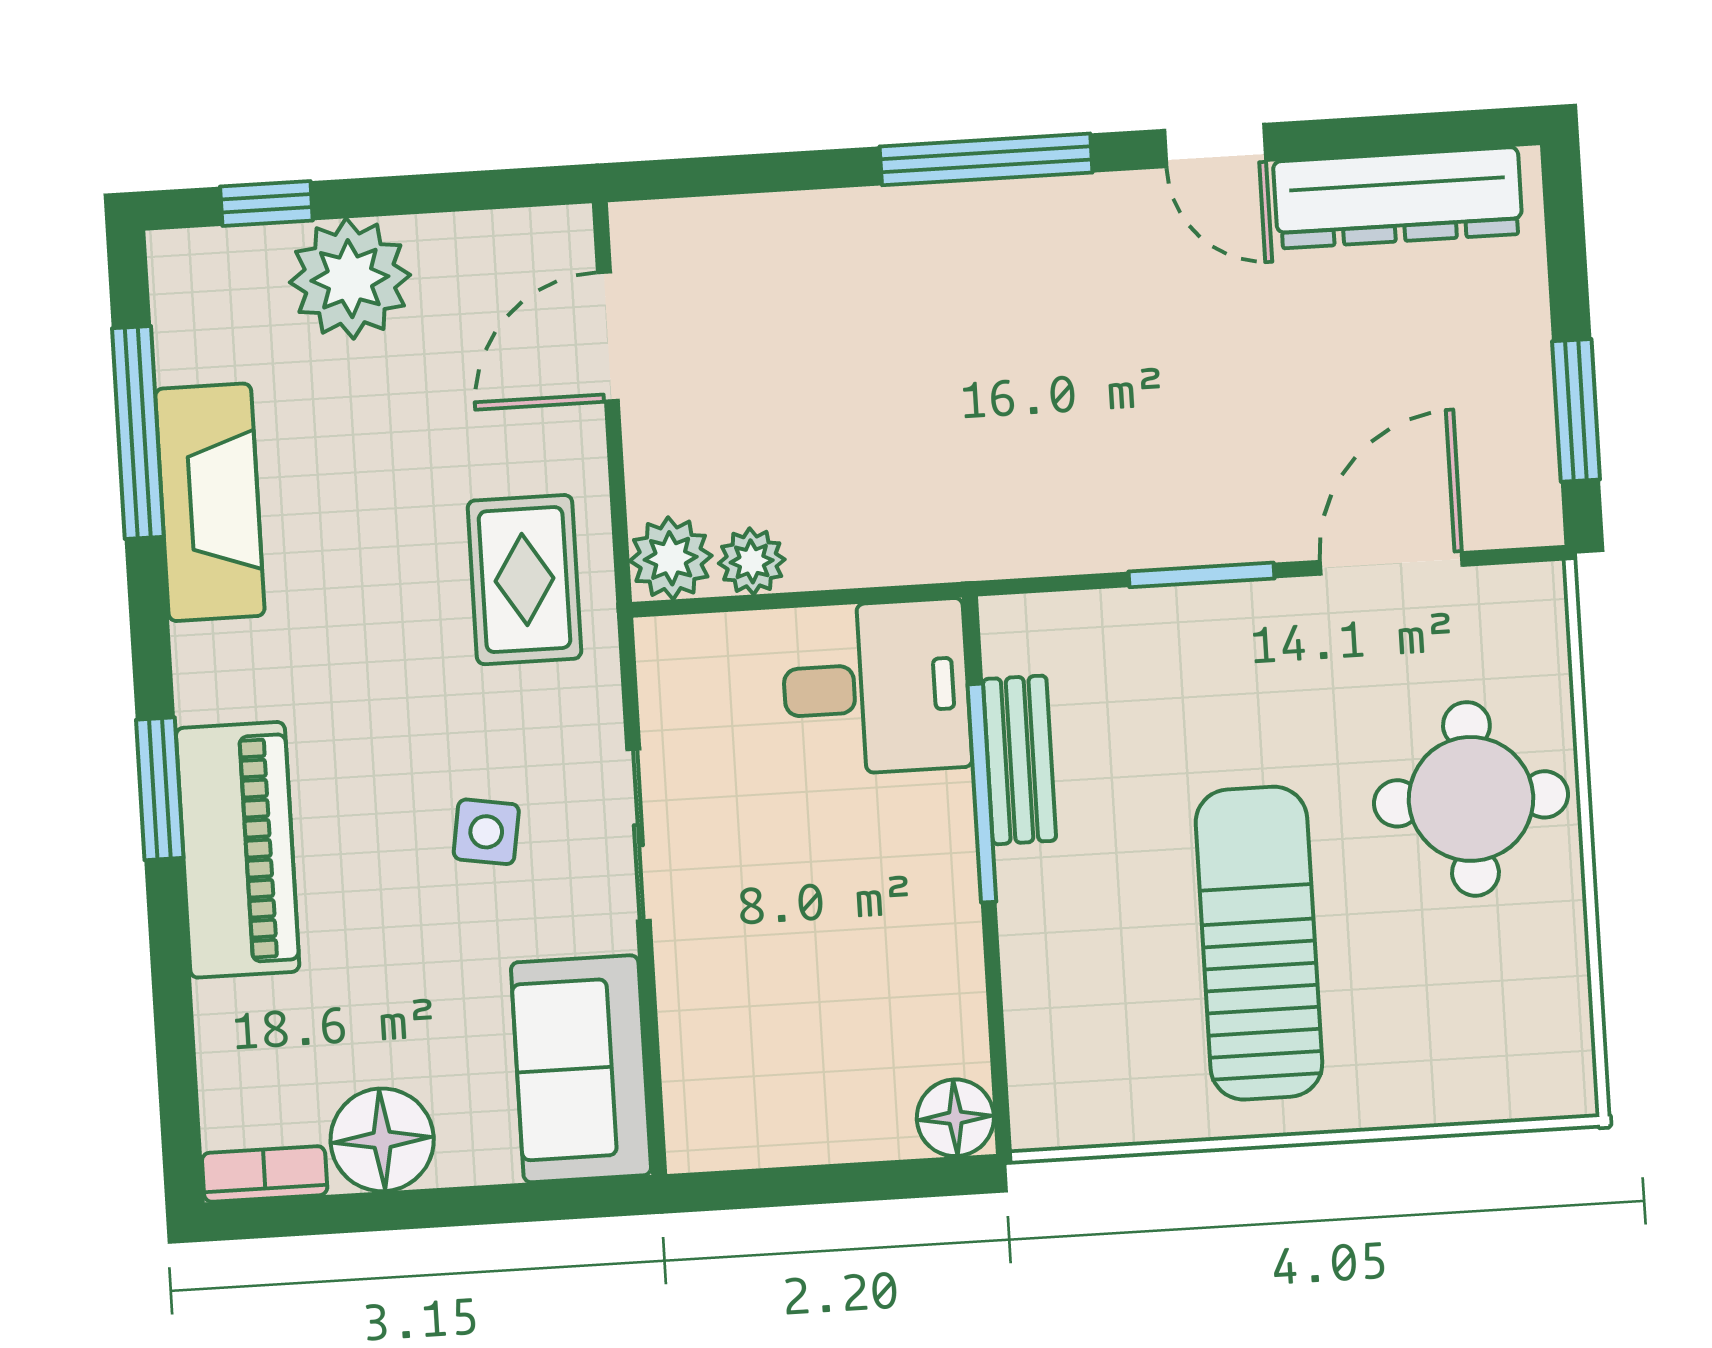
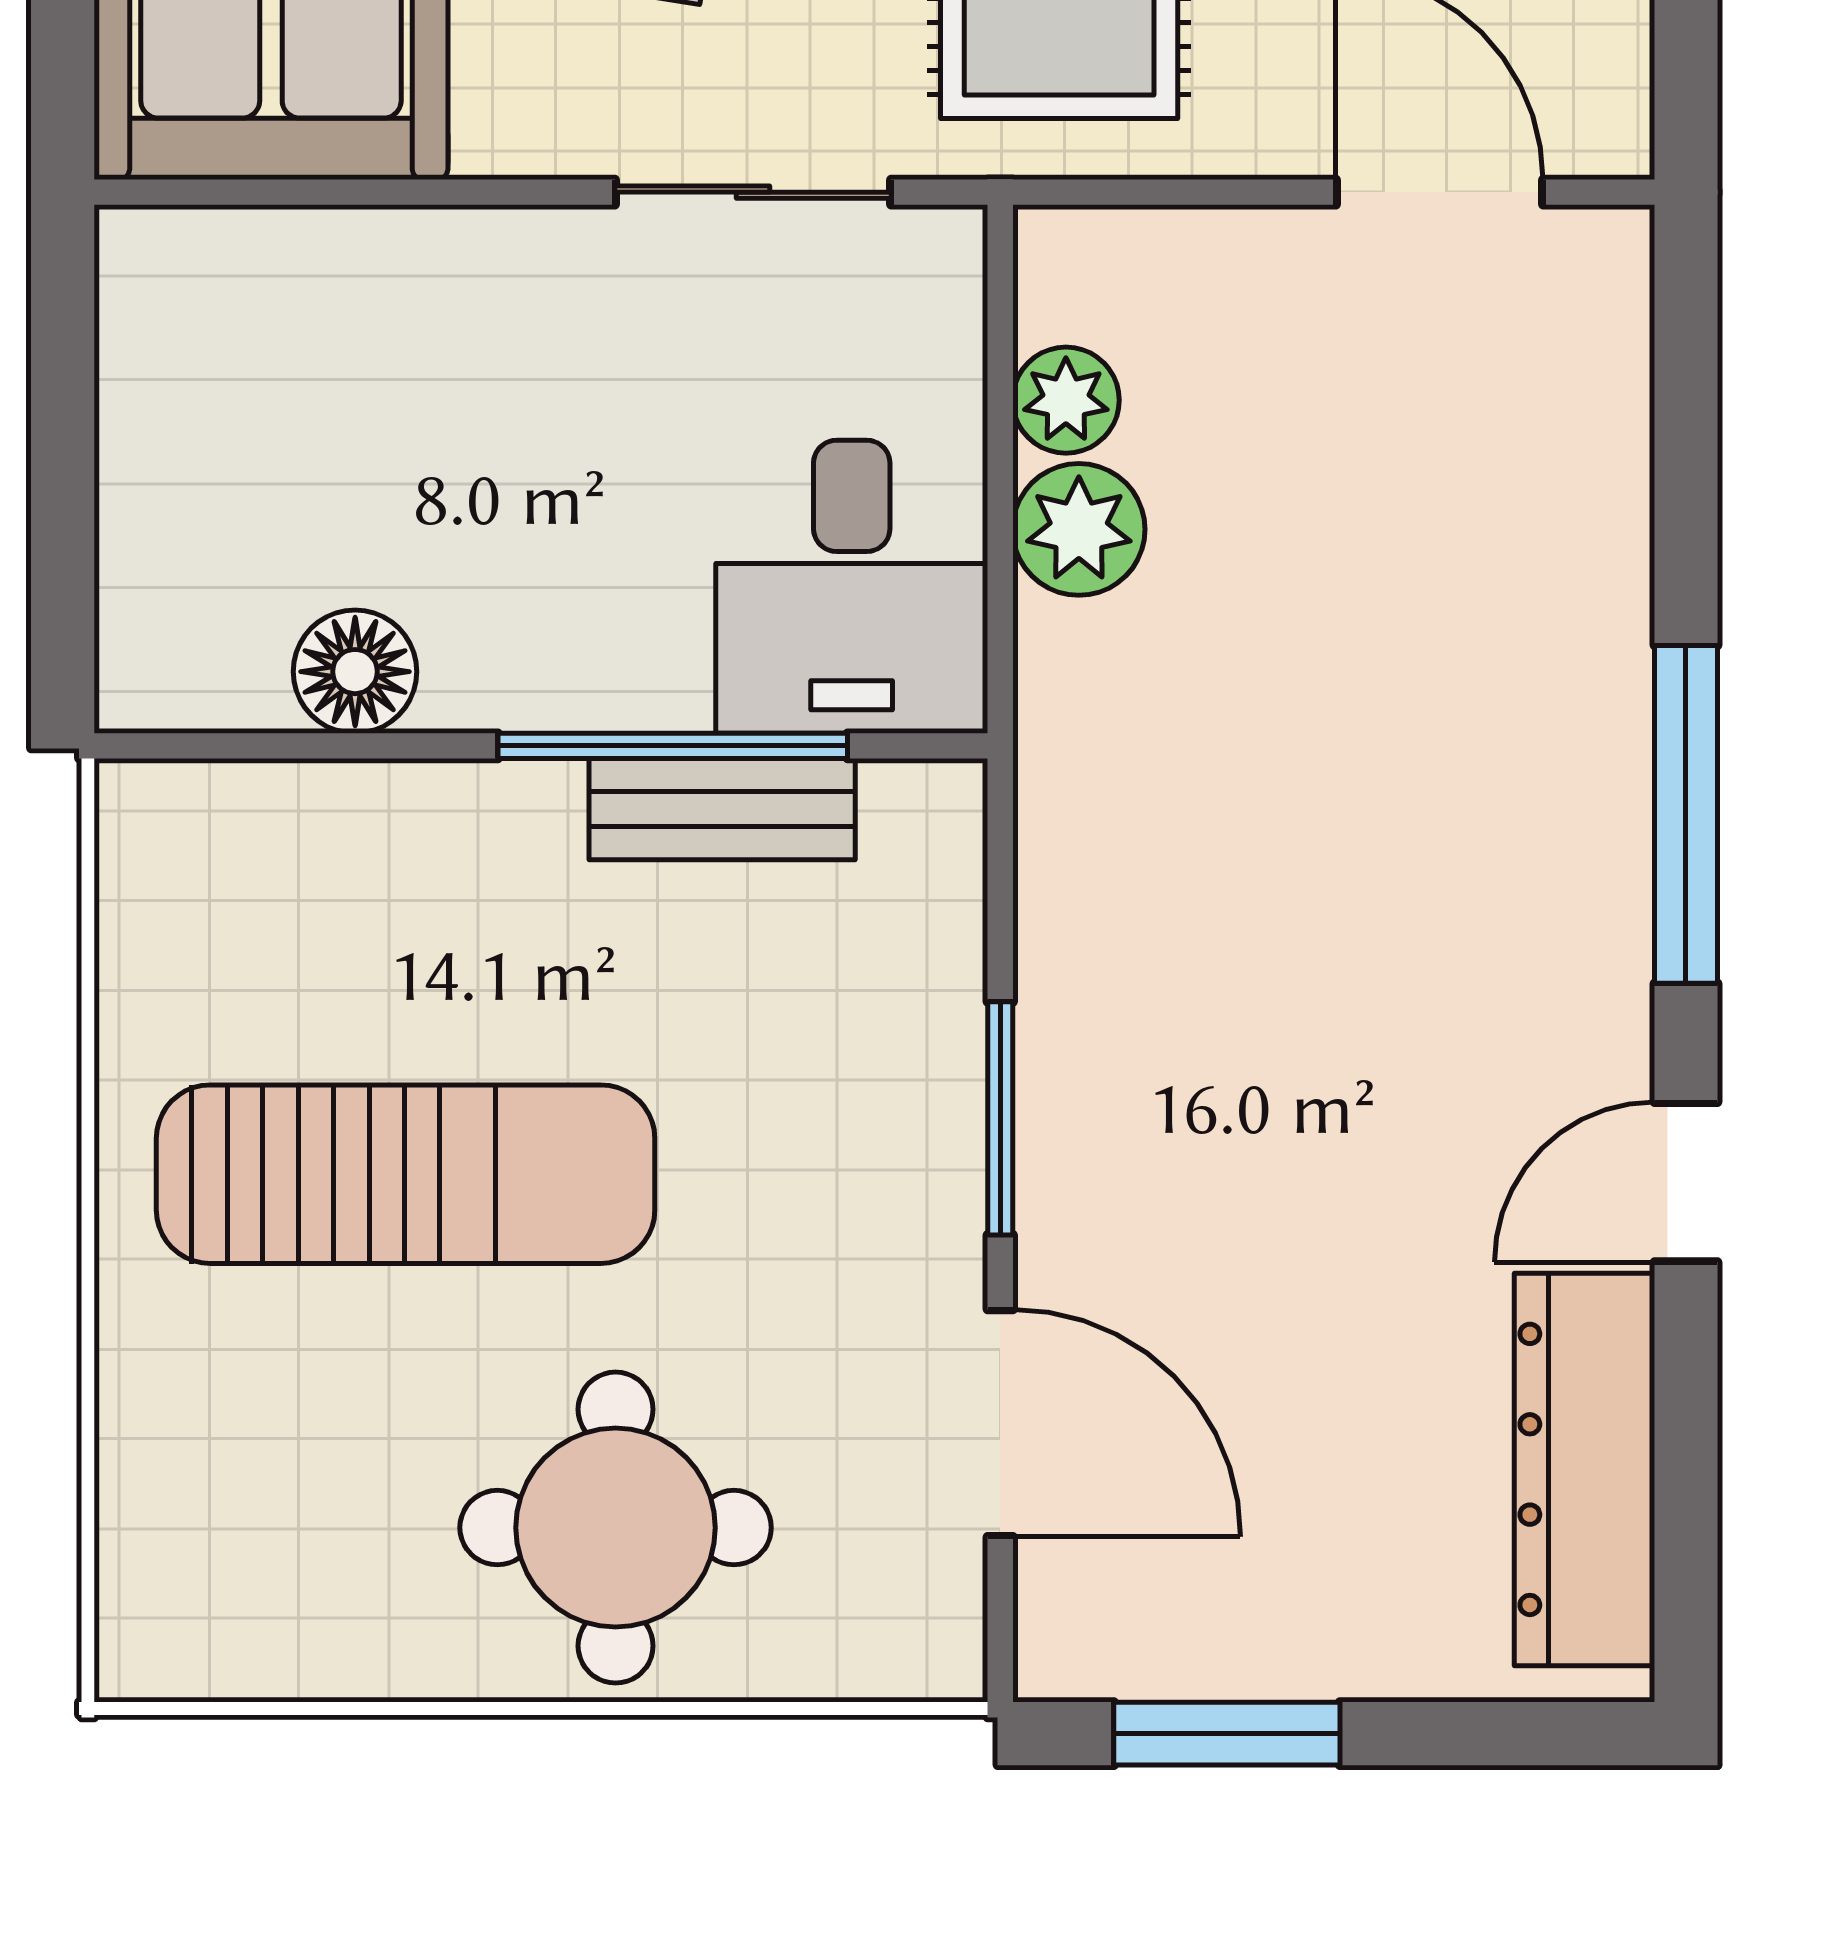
plant: (671, 558) -> (1079, 529), moved
sliding door: (638, 835) -> (753, 192), moved
floor lamp: (955, 1118) -> (355, 672), moved

